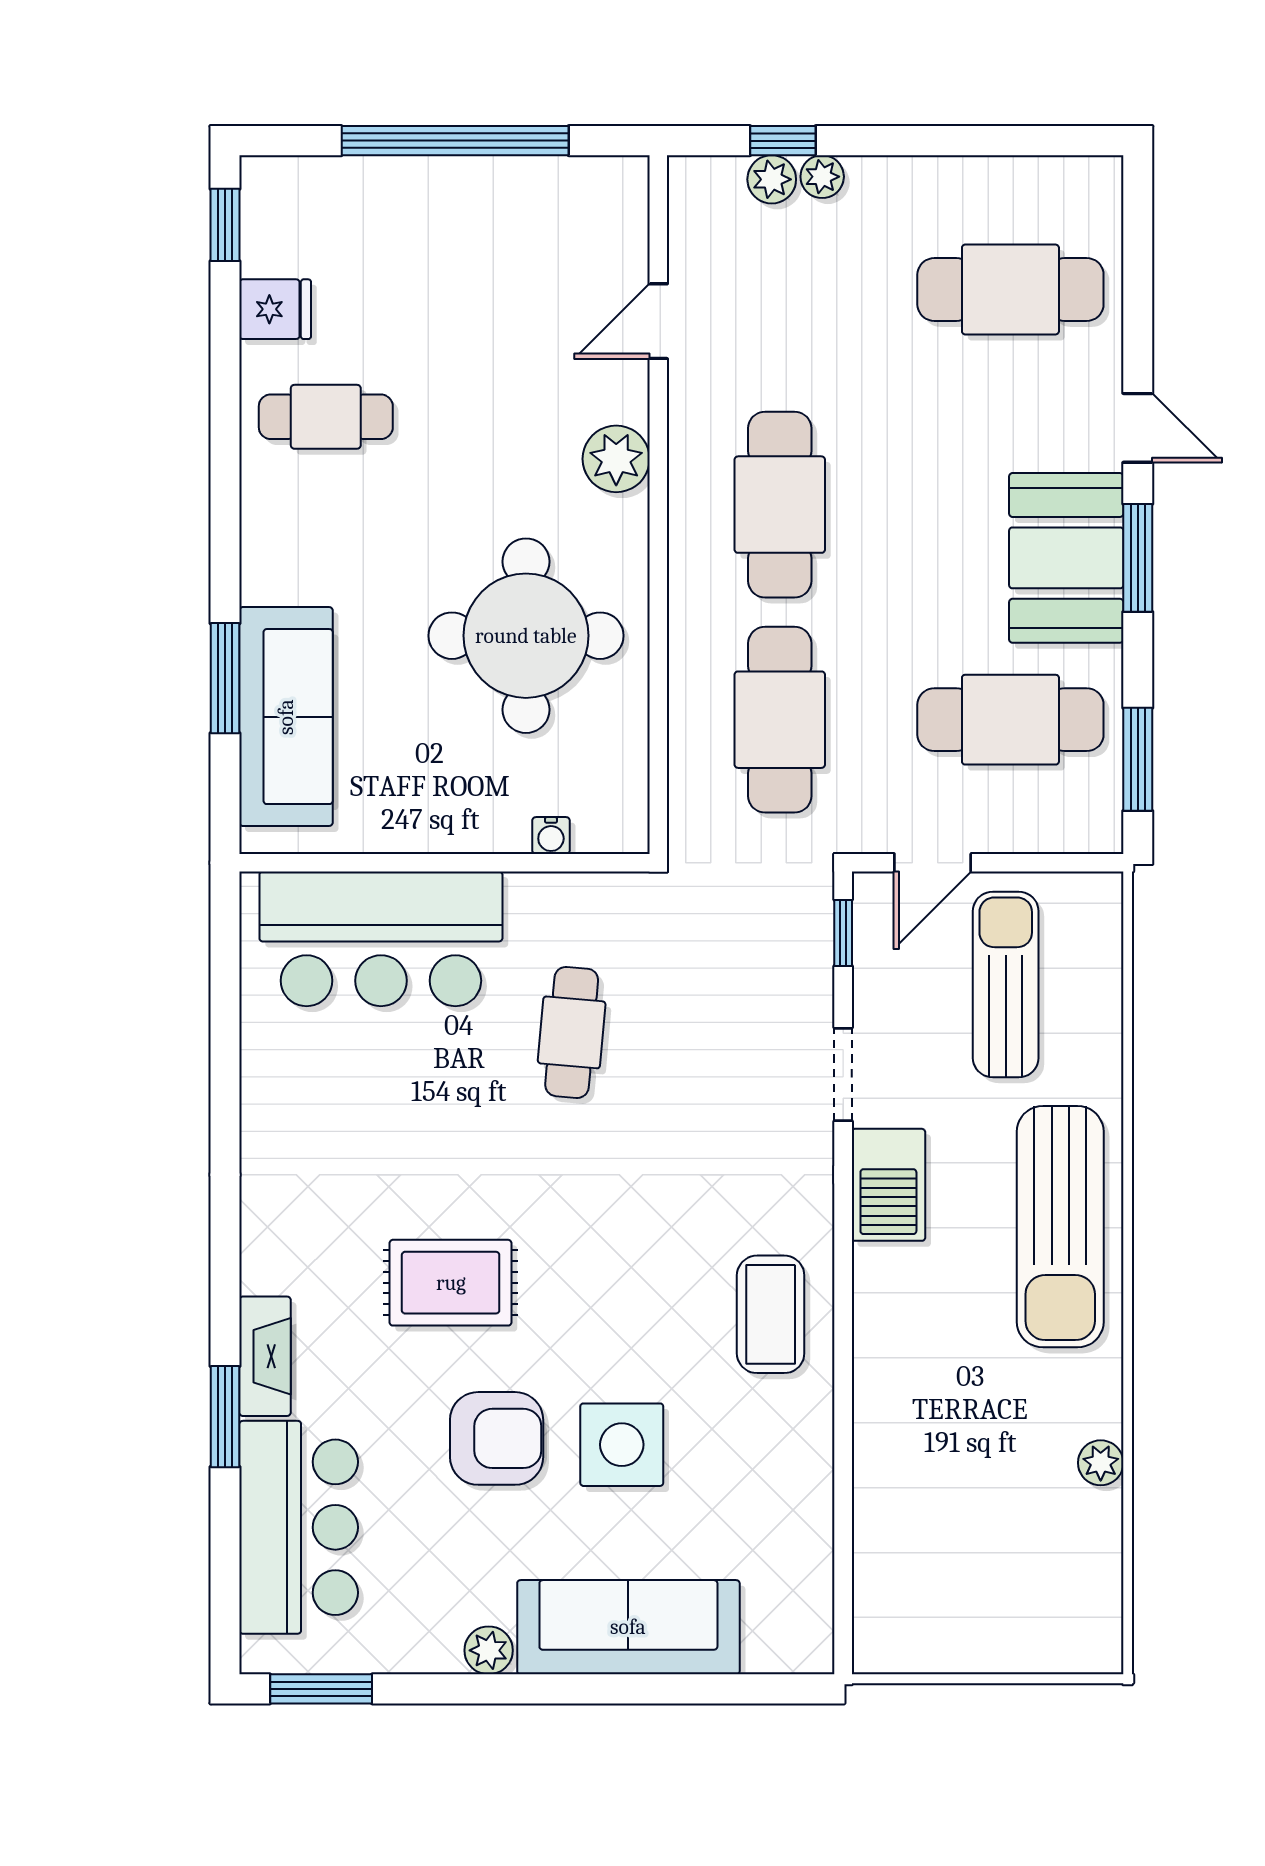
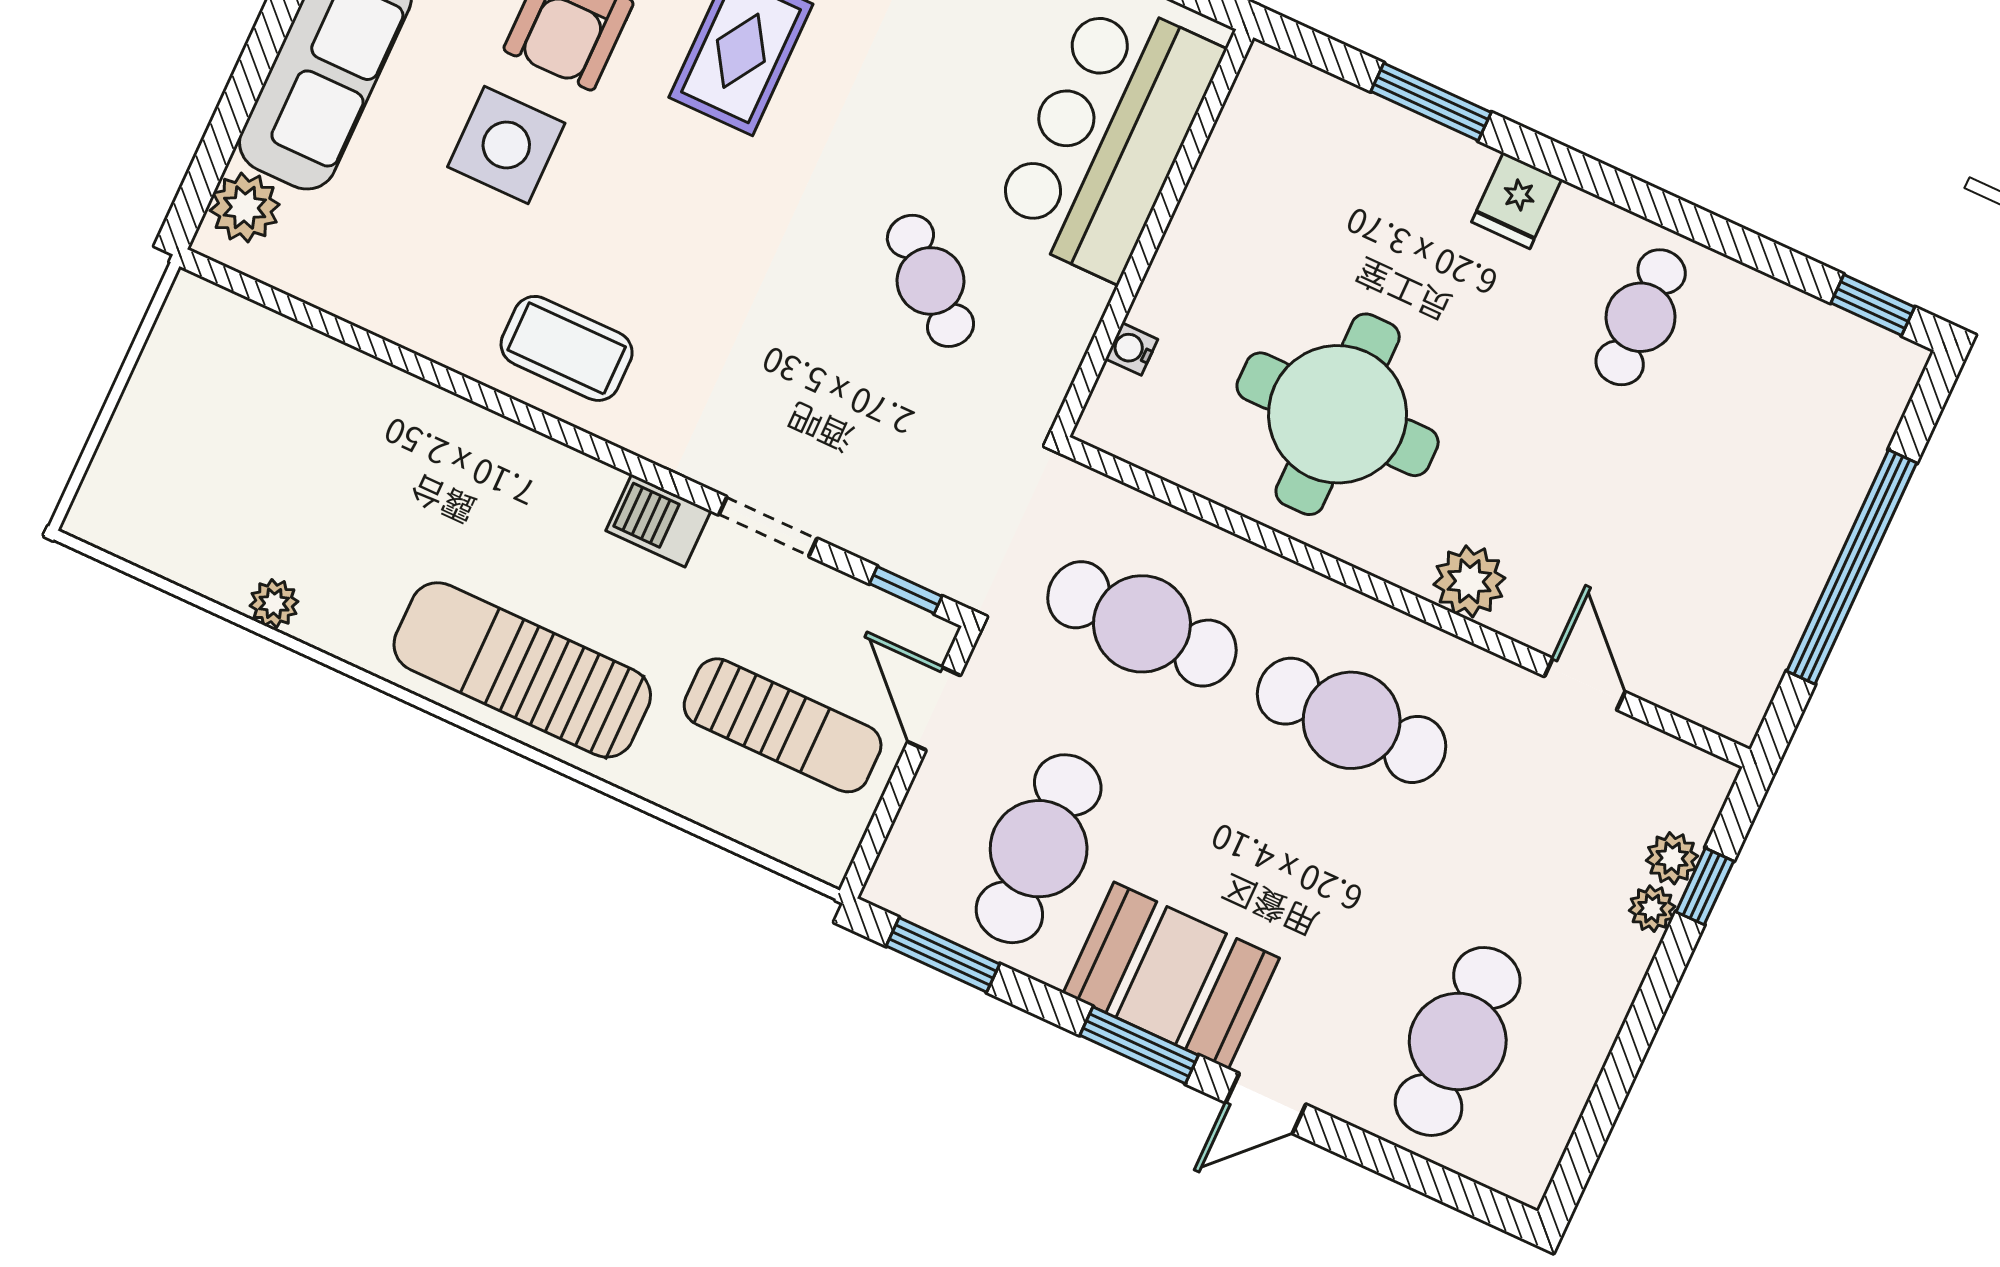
fridge: (275, 309) -> (1517, 200), moved
sofa: (286, 717) -> (1366, 144), removed
cafe table: (572, 1032) -> (930, 281), turned 36
barbecue: (888, 1185) -> (658, 521), width x0.73, depth x0.79
plant: (777, 1642) -> (245, 207), added

